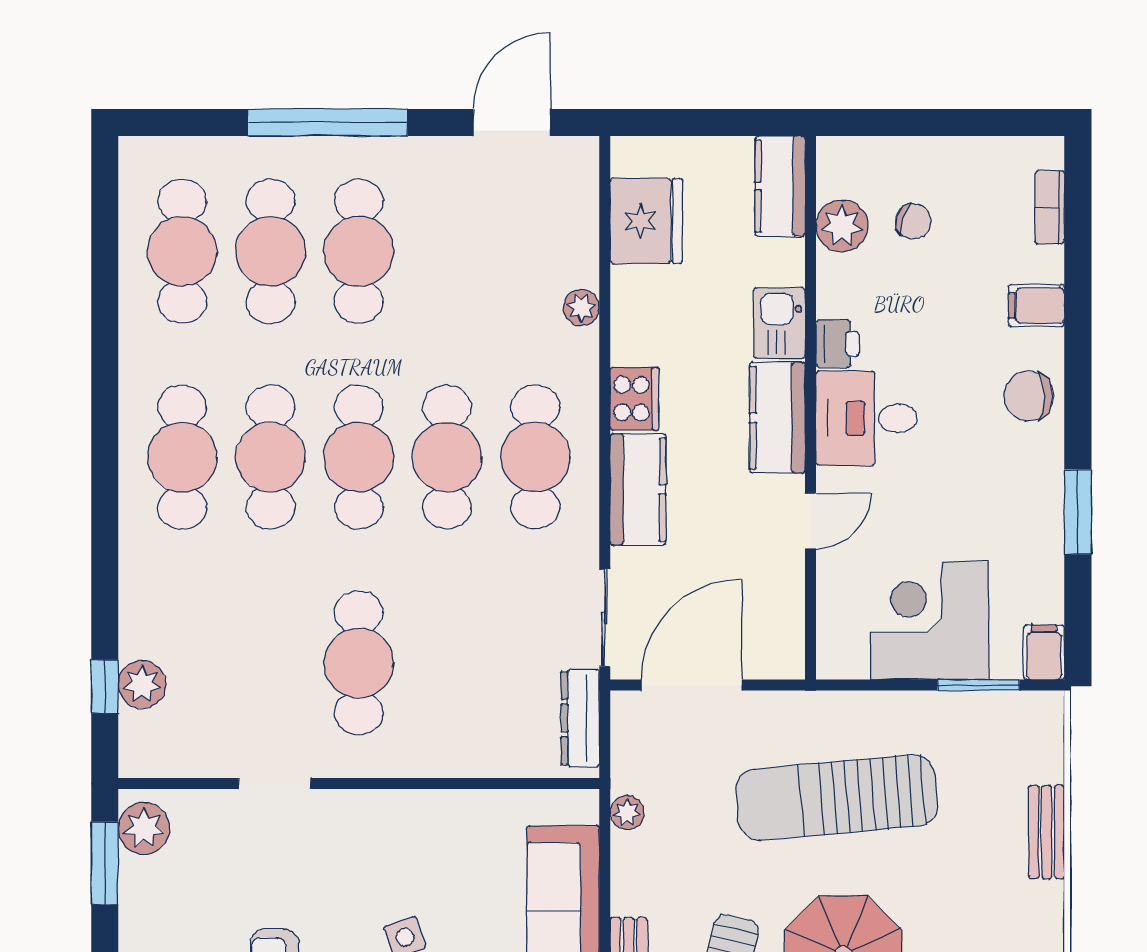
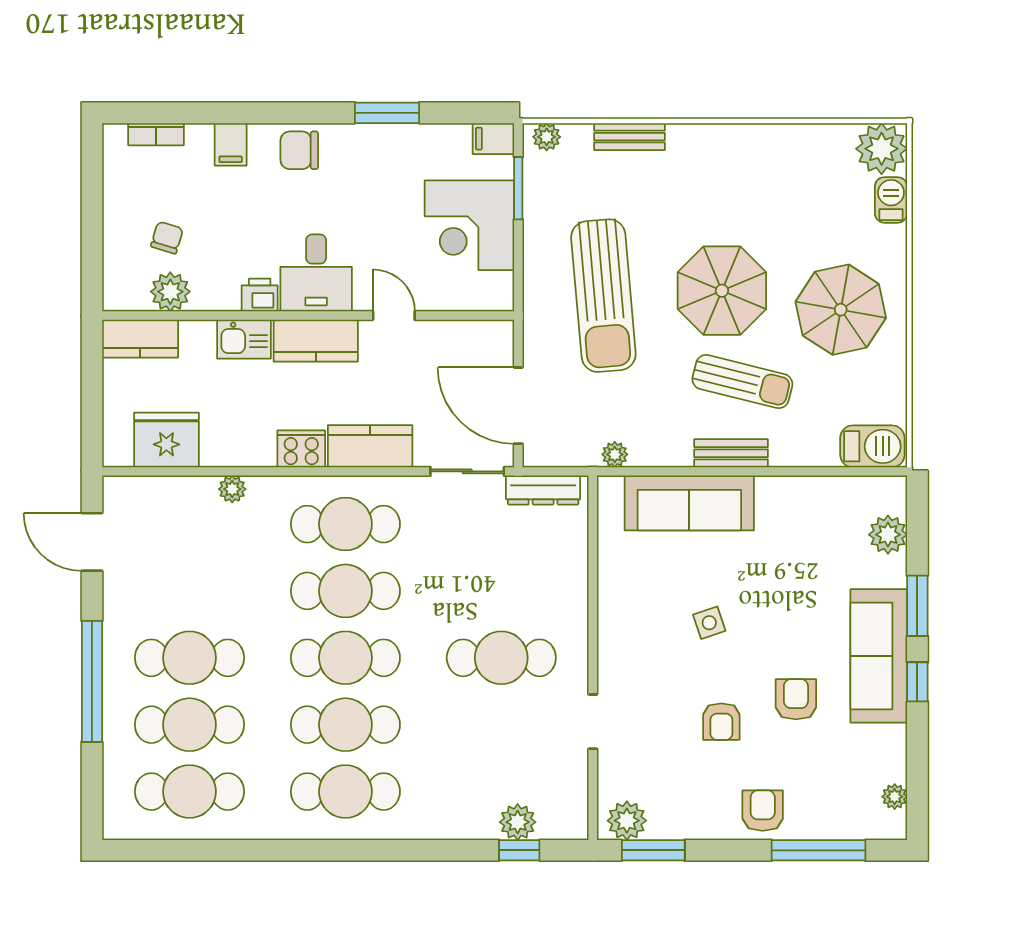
chair: (1029, 396) -> (299, 150), turned 90
plant: (1046, 723) -> (547, 137), added

